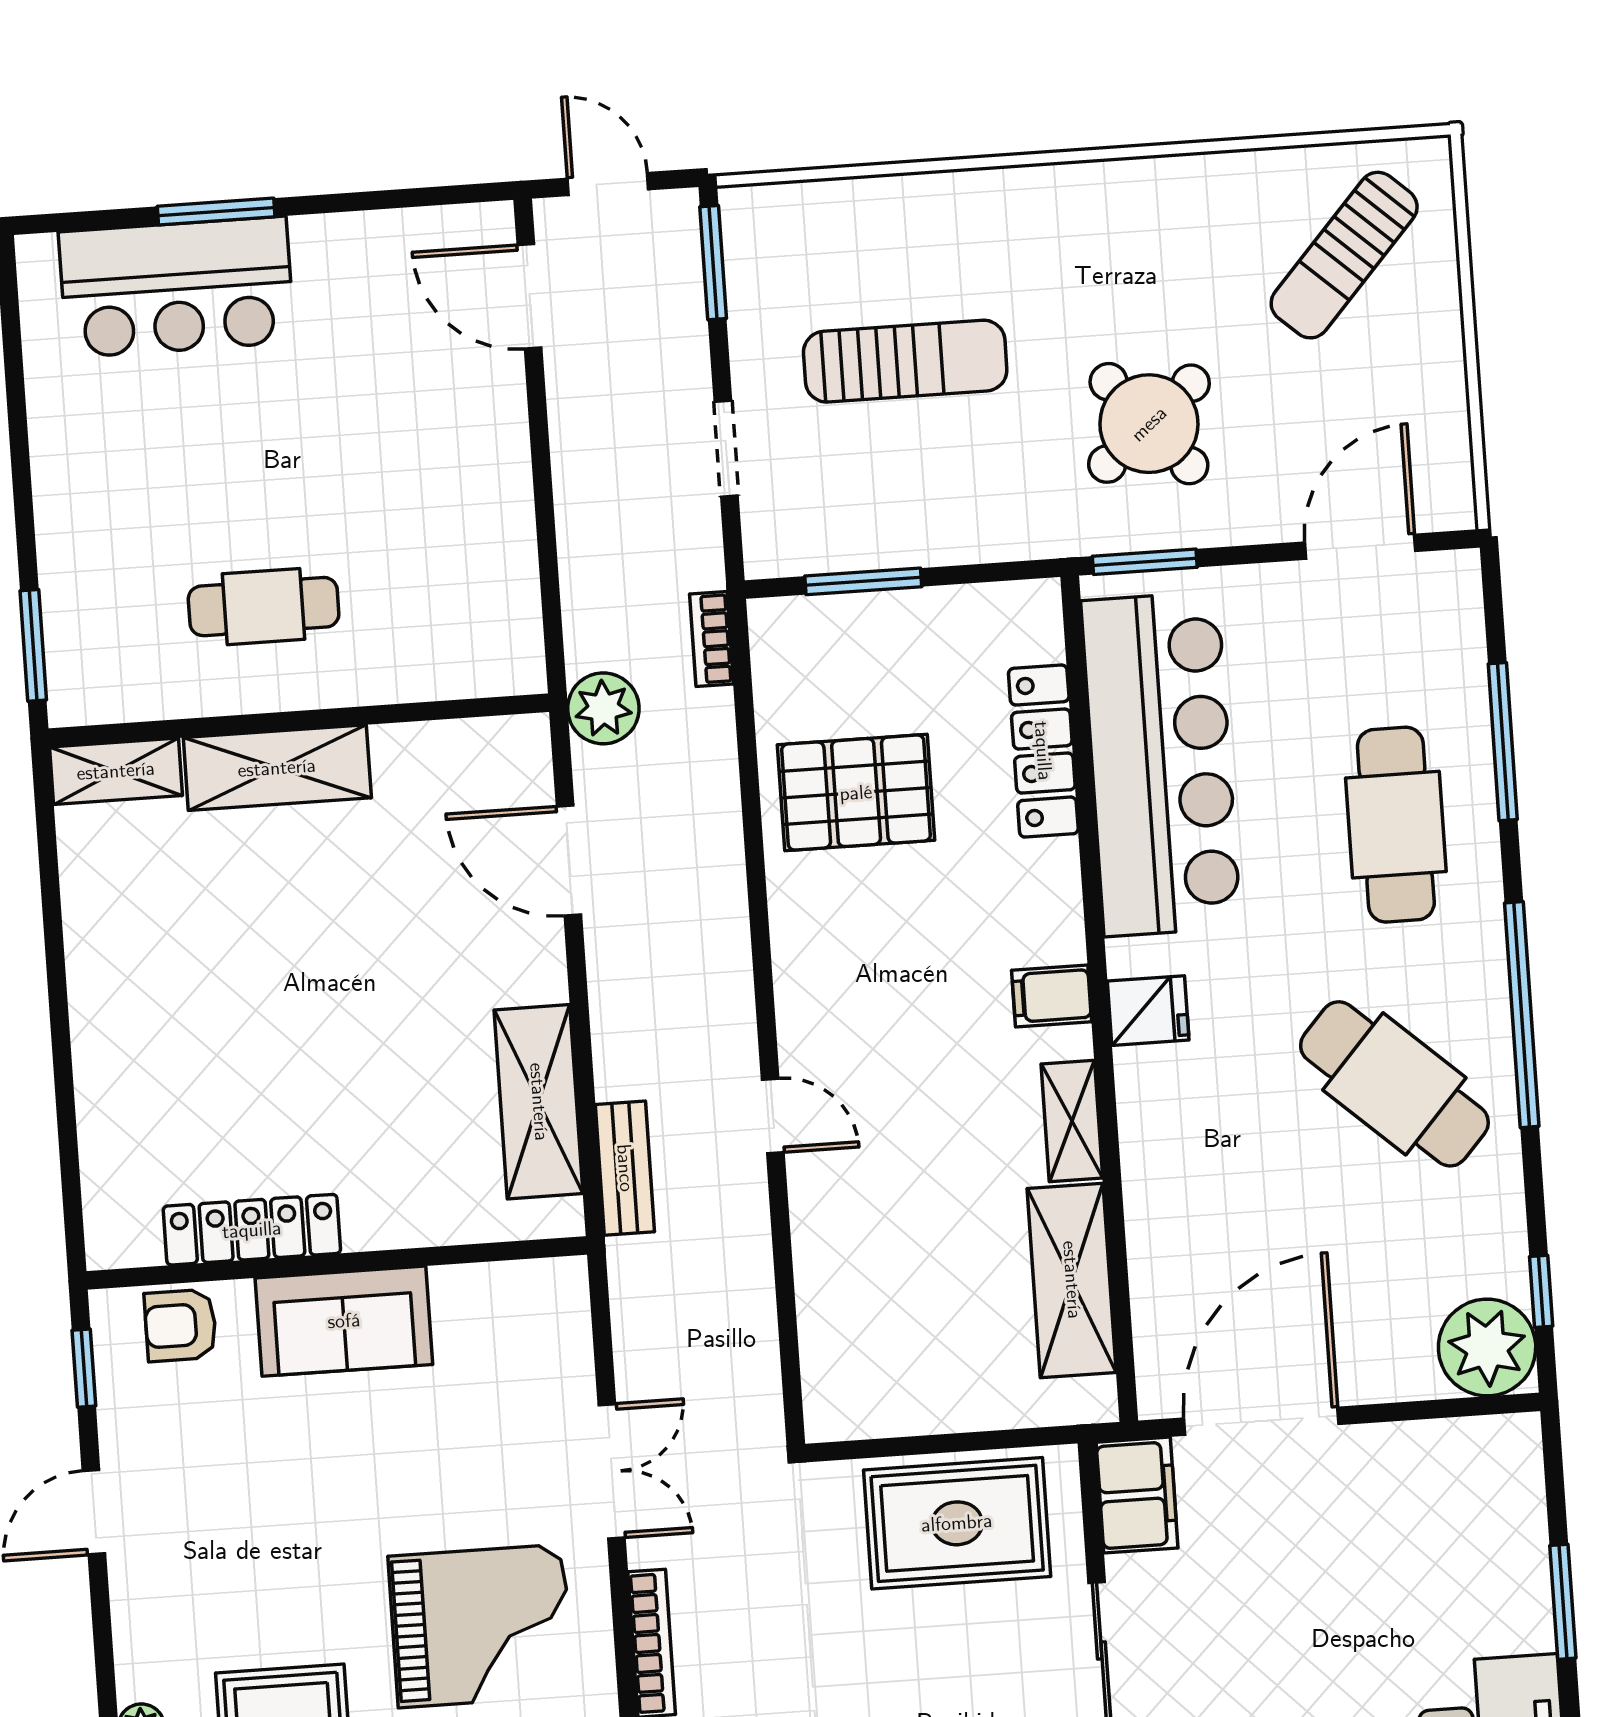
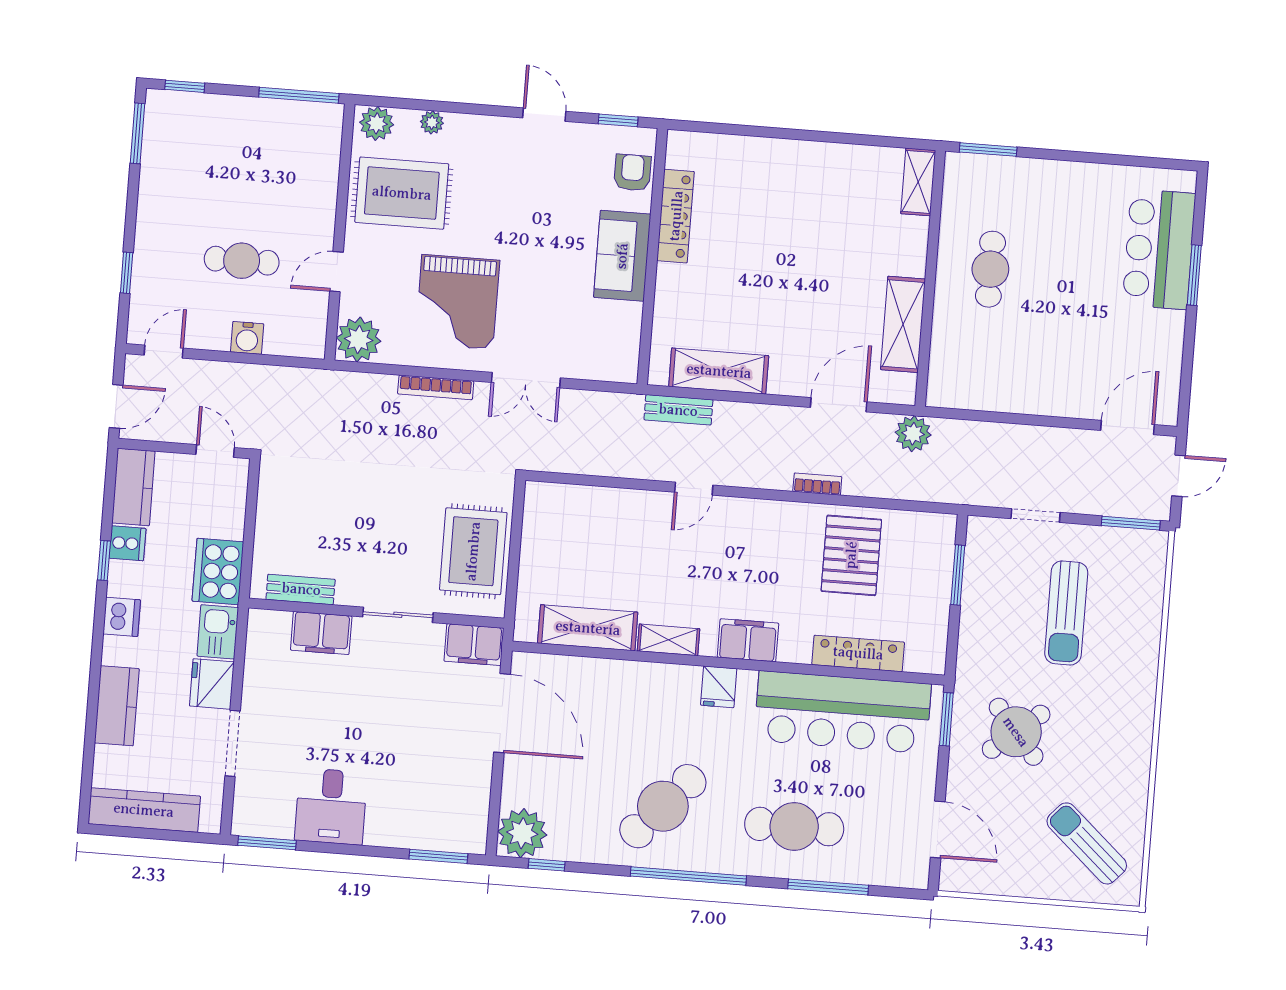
bookcase: (711, 639) -> (817, 484), moved
shelving: (277, 768) -> (903, 324), moved
filing cabinet: (1052, 996) -> (748, 640), width x2.00
window: (1563, 1602) -> (438, 856), moved

